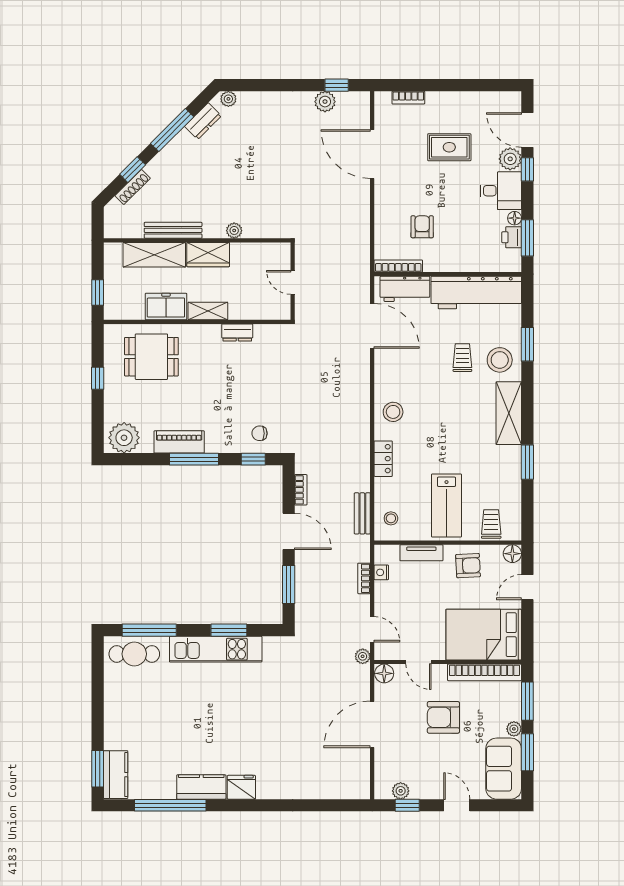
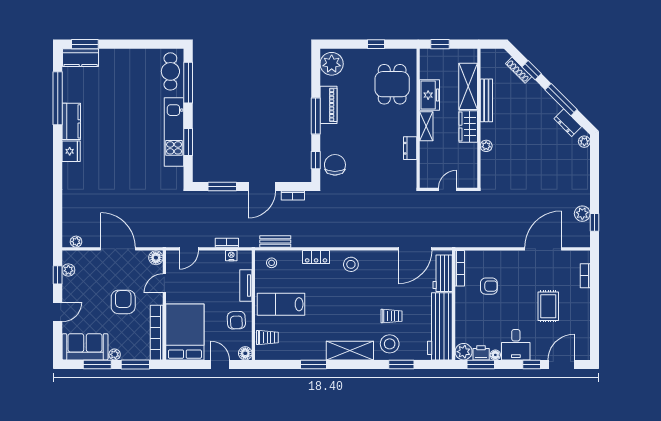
plant: (510, 159) -> (464, 352), moved
chair: (260, 433) -> (335, 165), width x1.87, depth x1.87
plant: (363, 656) -> (76, 242), moved

